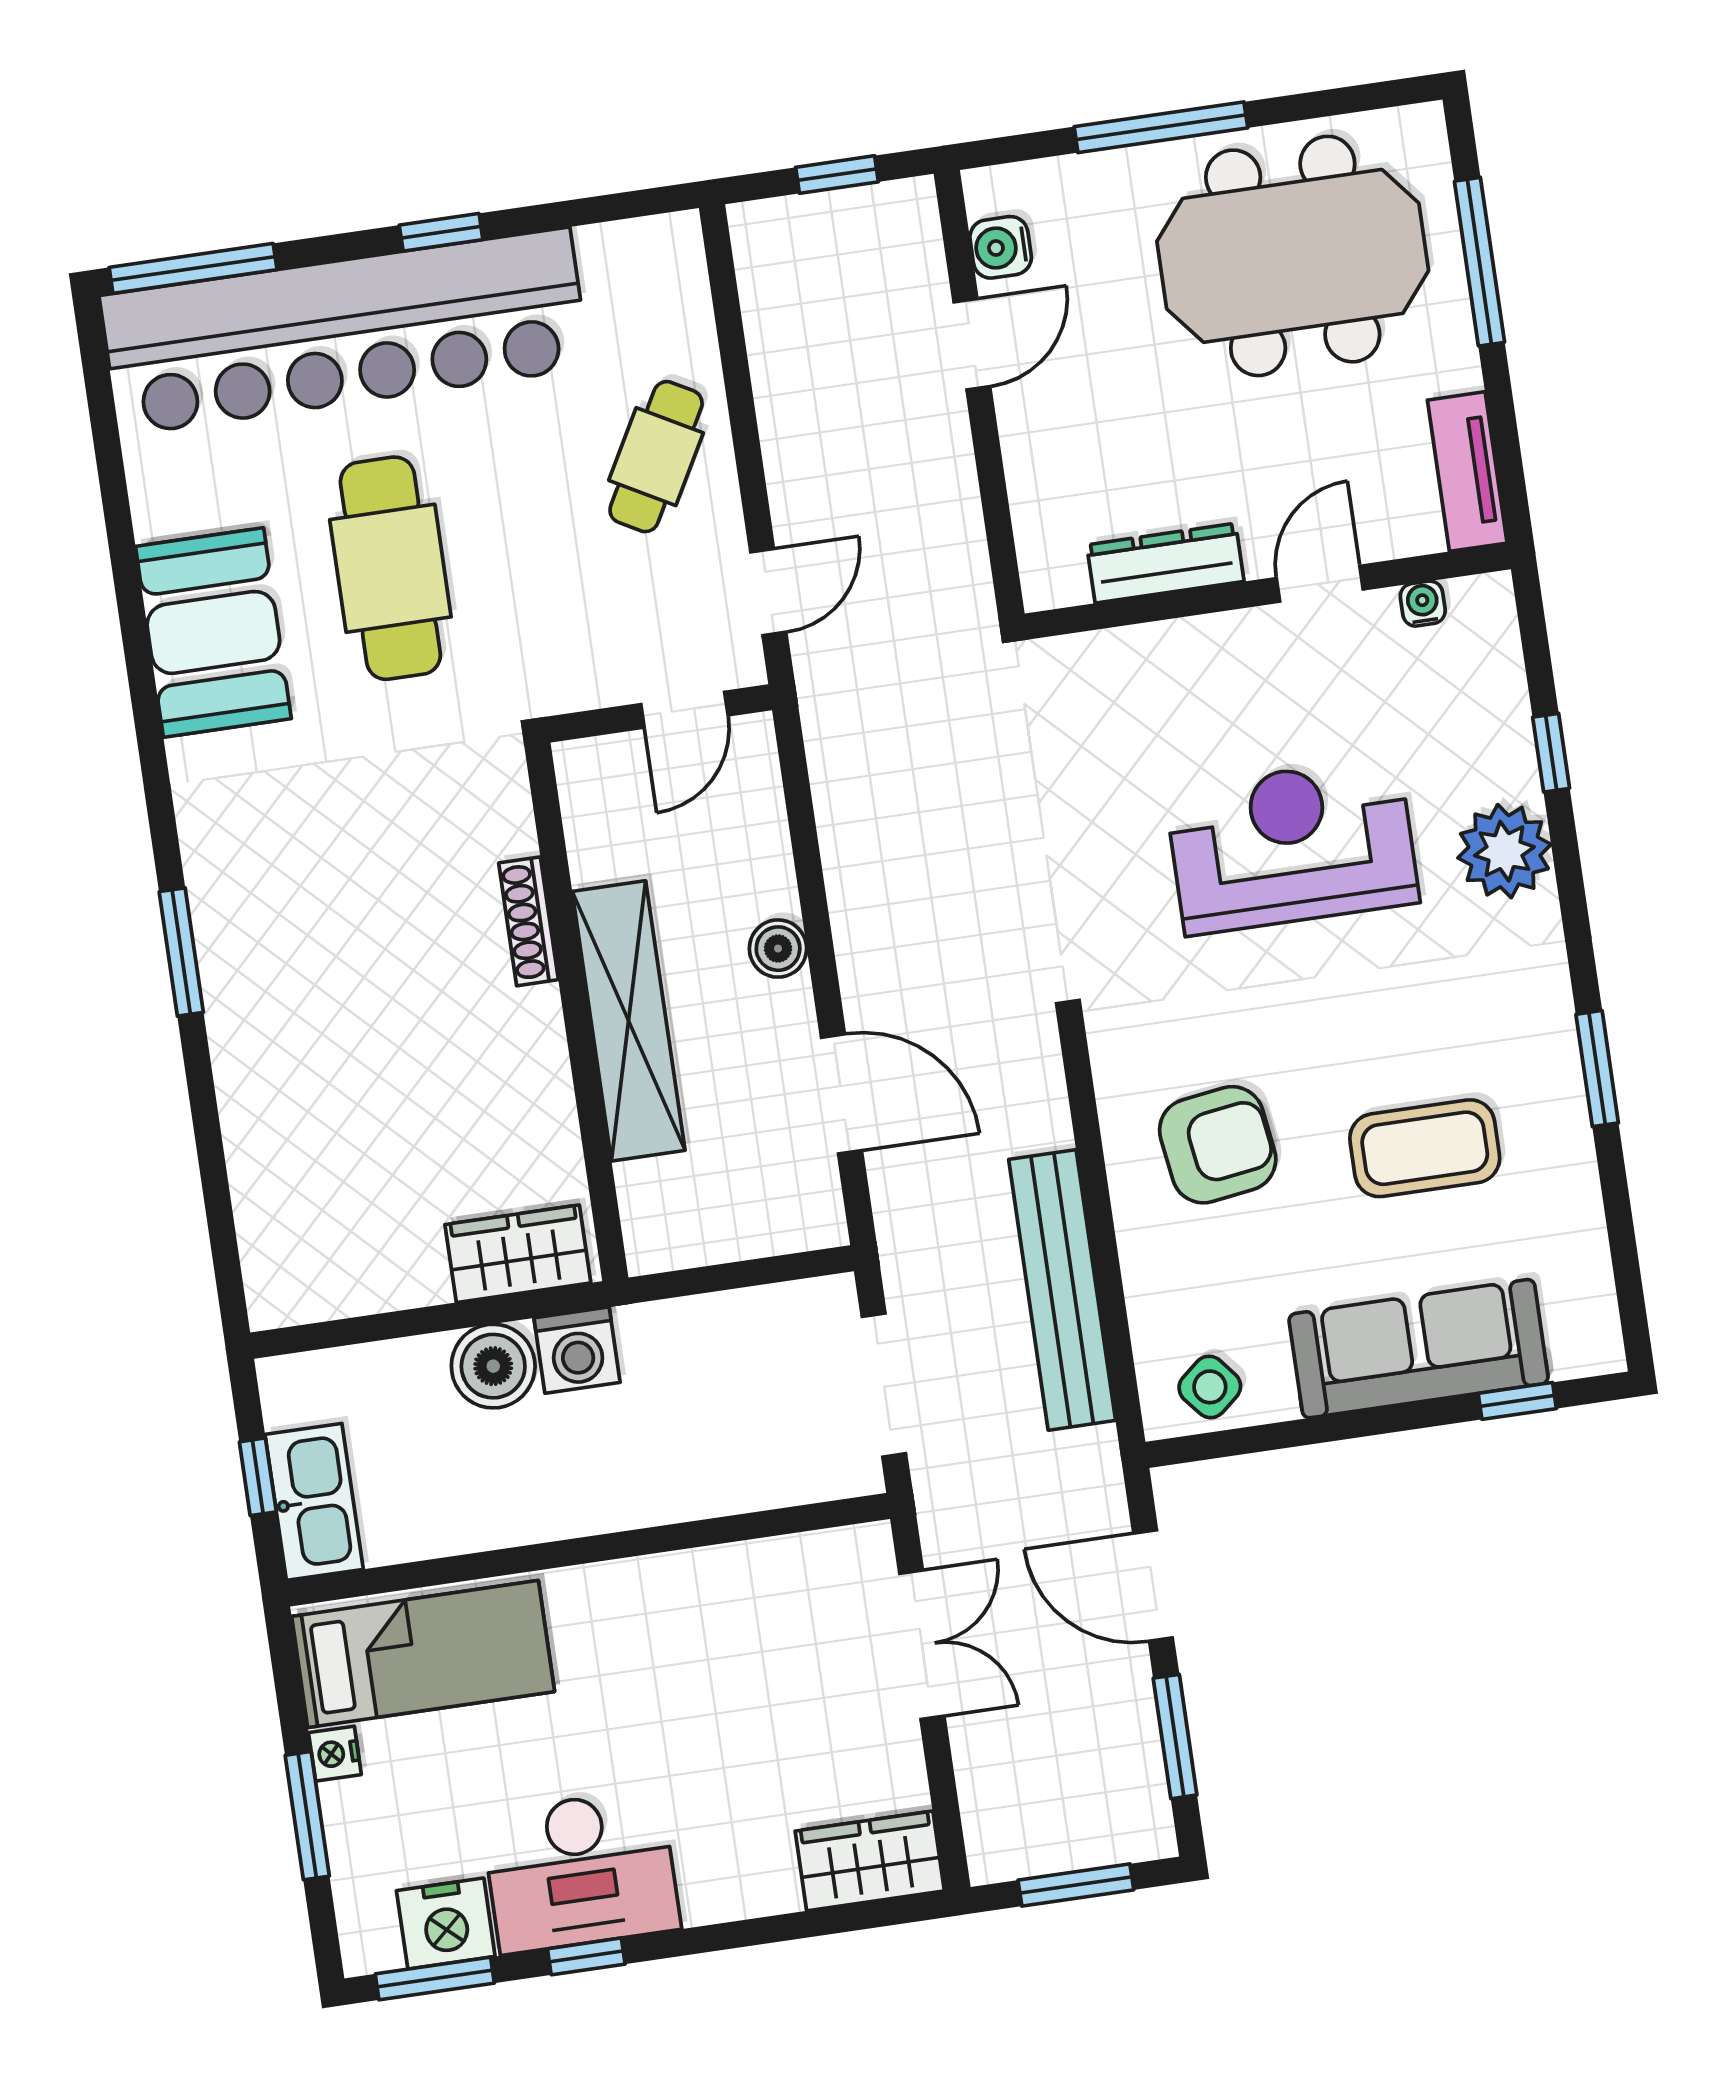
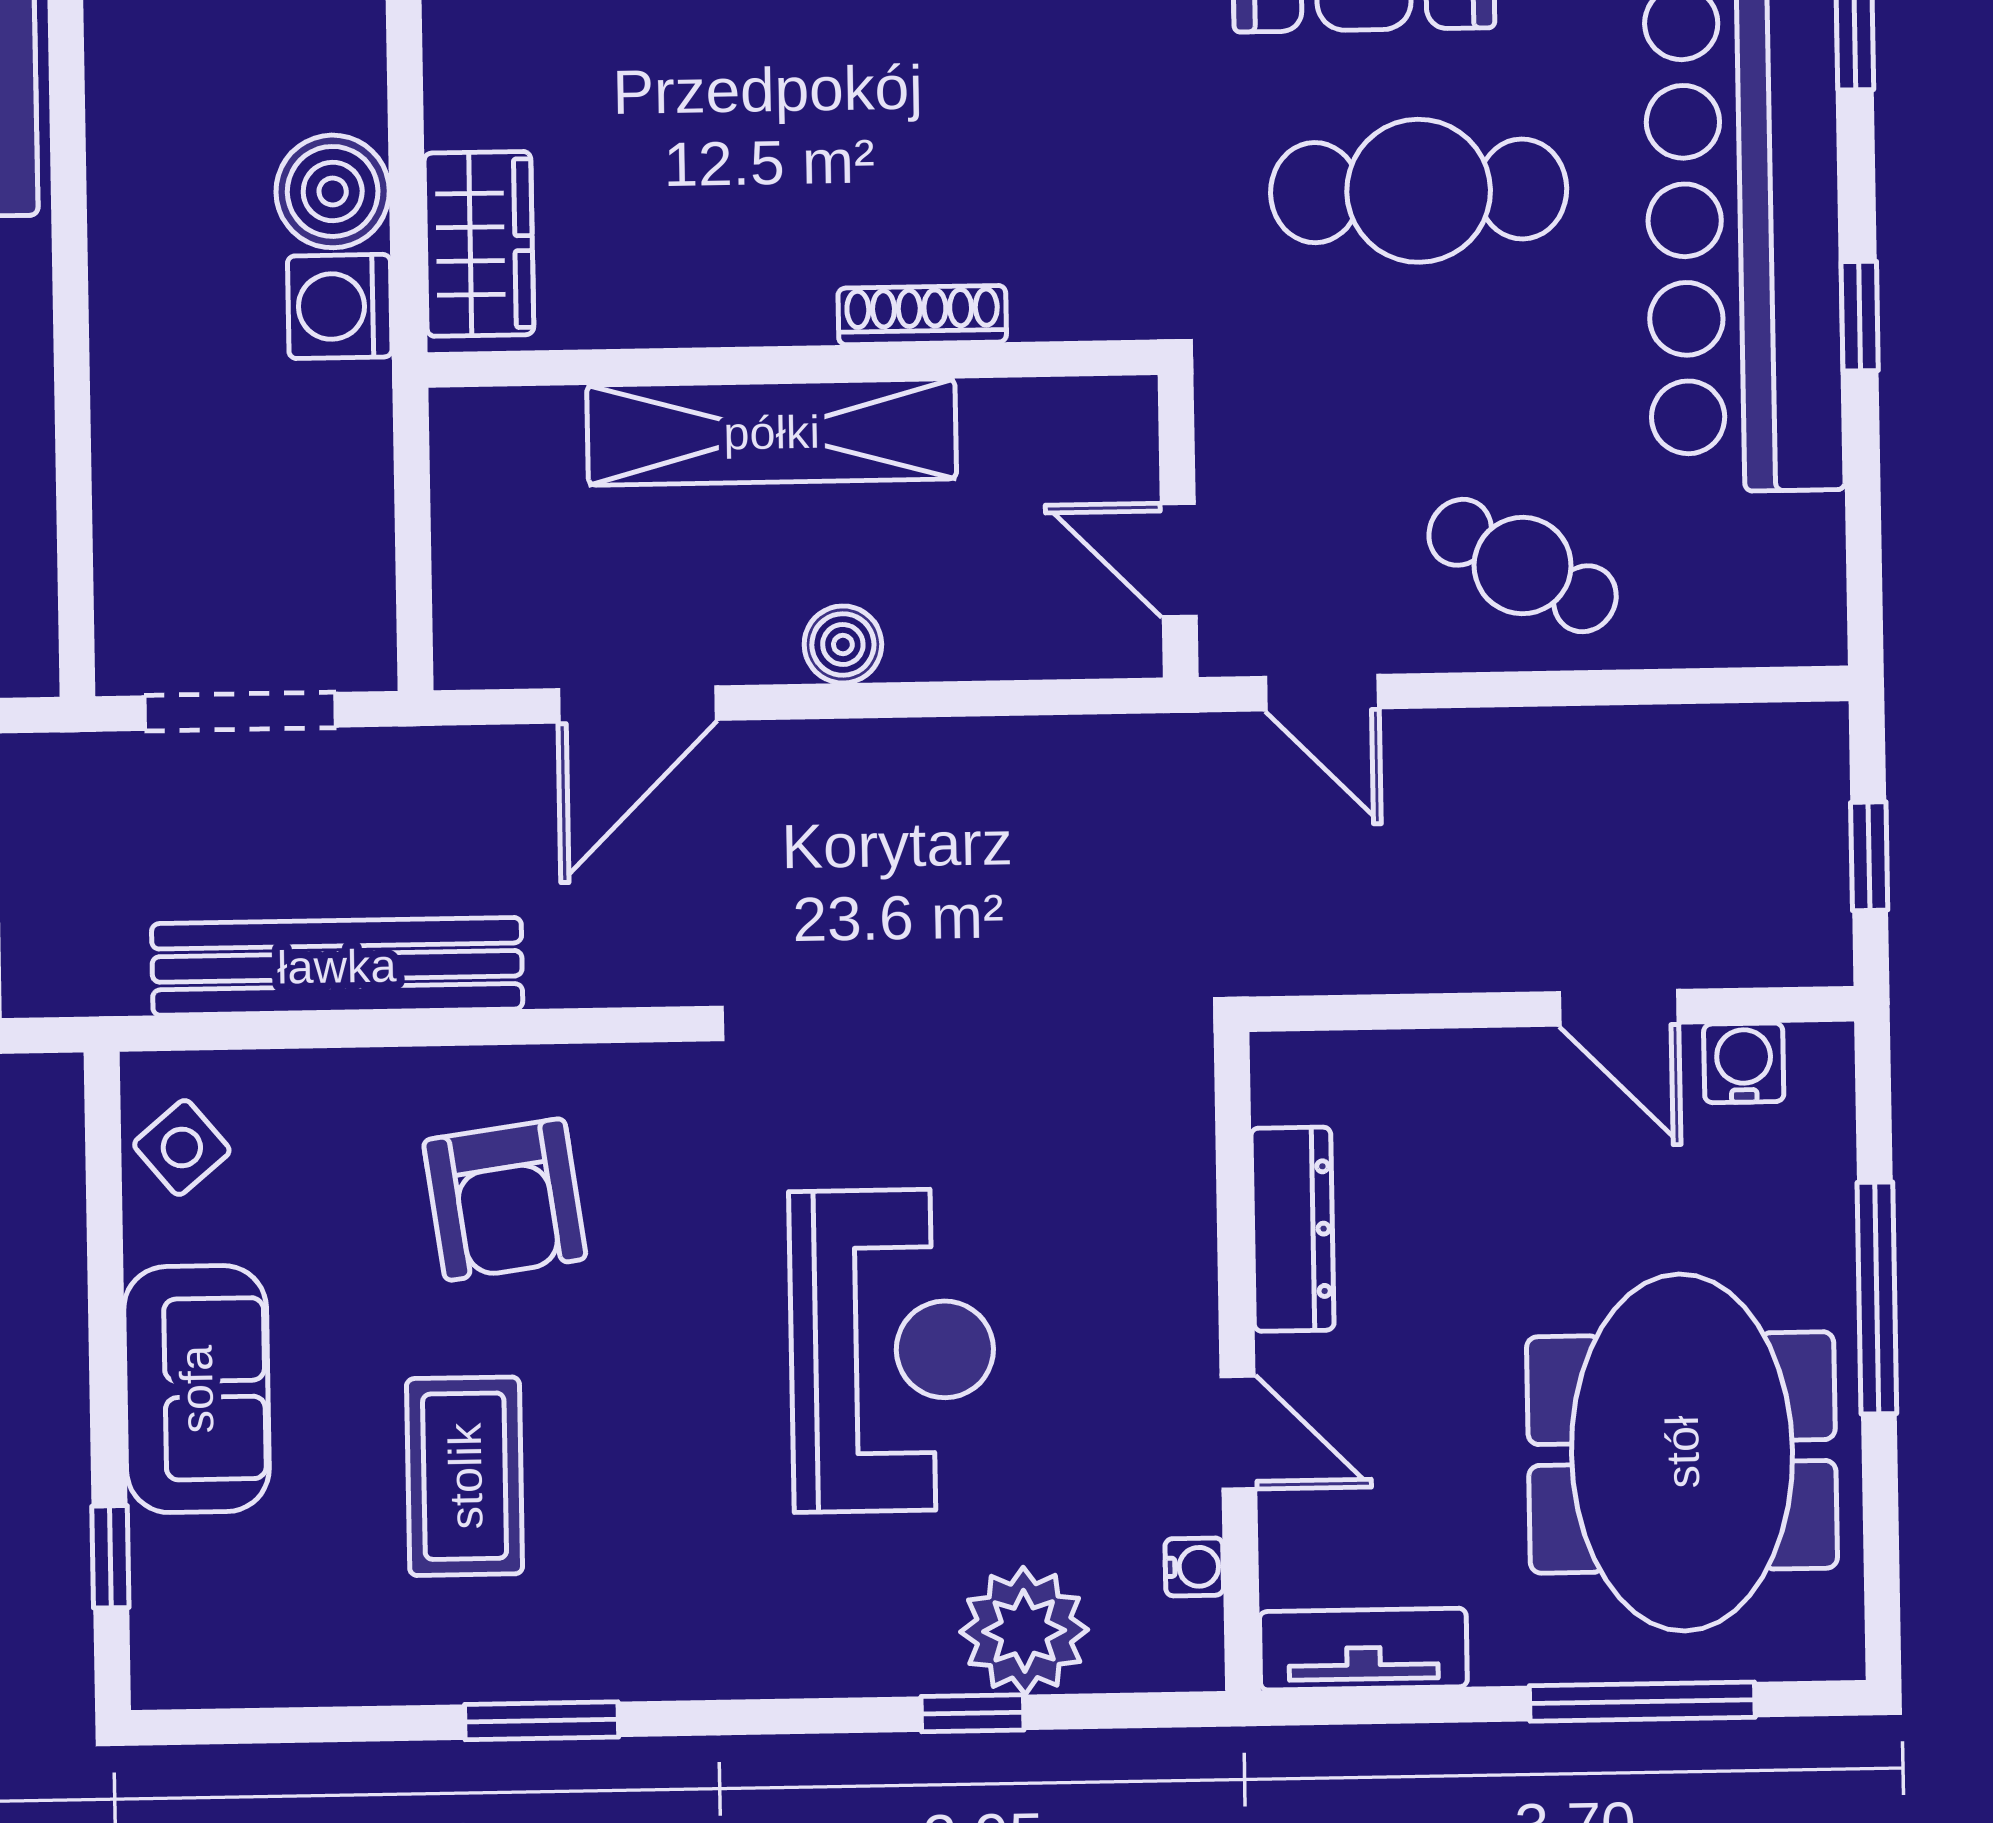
plant: (1504, 851) -> (1024, 1631), moved
sofa: (1419, 1349) -> (196, 1389), width x0.73

